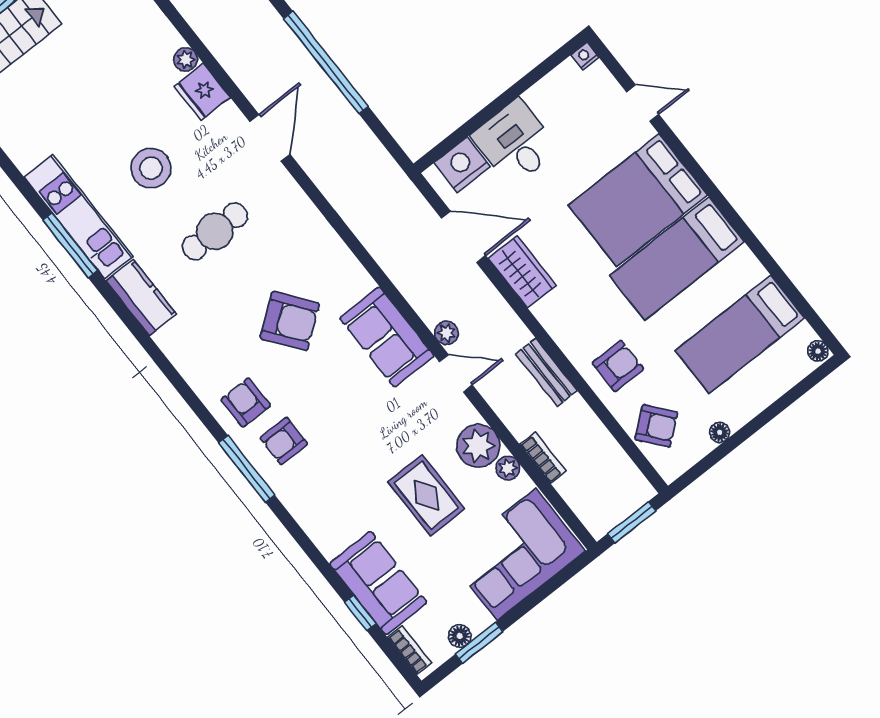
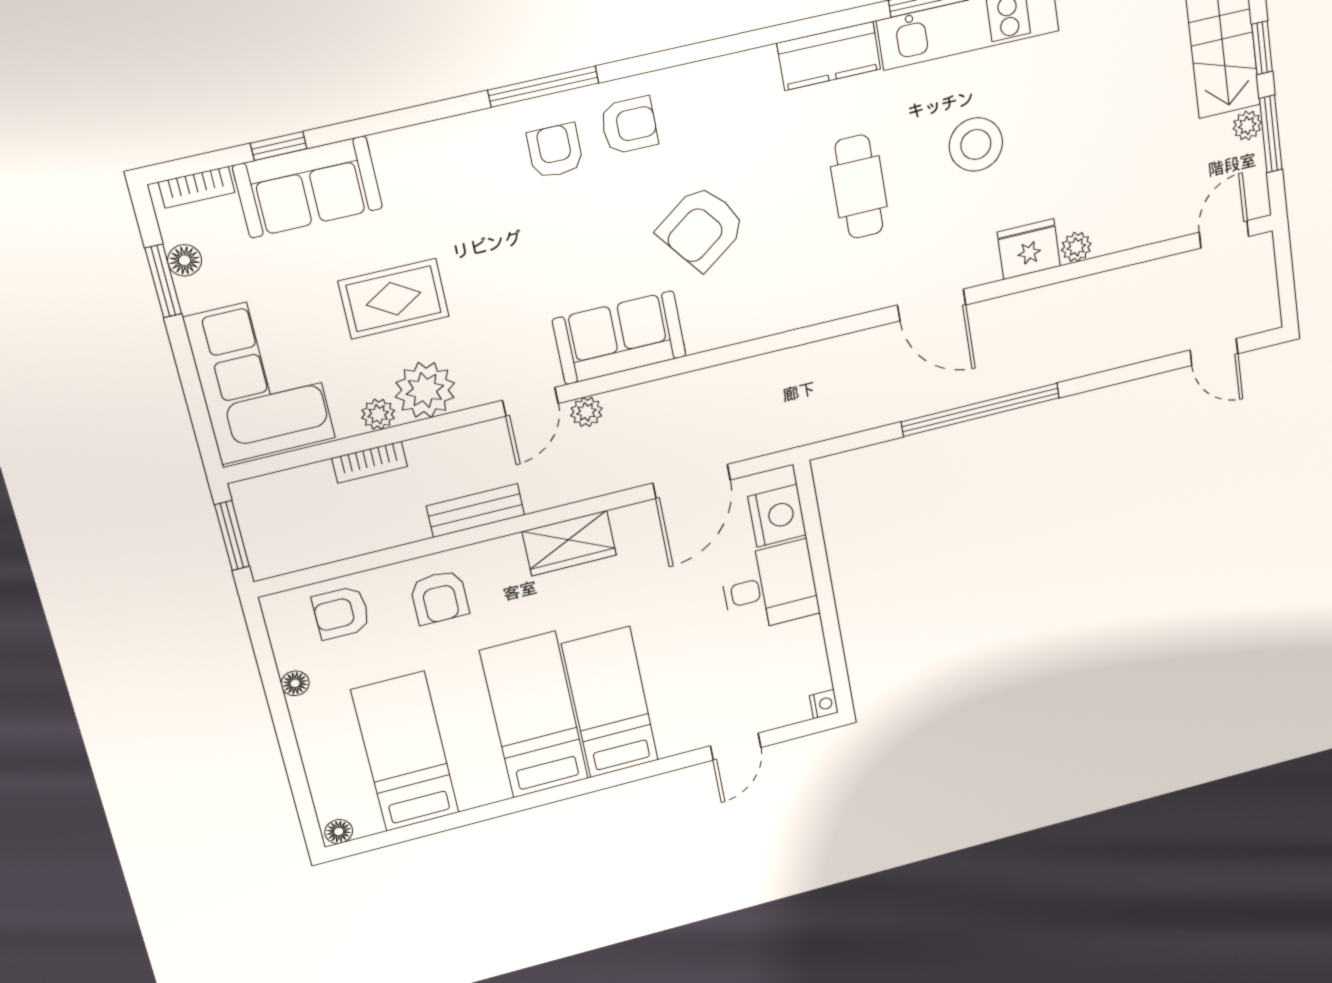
bed: (638, 200) -> (610, 702), width x0.67
wardrobe: (522, 272) -> (569, 543), moved
armchair: (656, 426) -> (341, 613), turned 39

